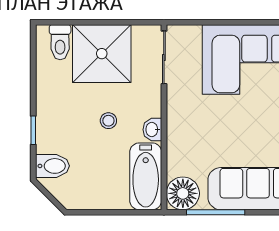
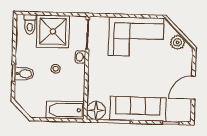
washbasin: (152, 130) -> (80, 57), moved
bidet: (52, 166) -> (24, 74), moved
bathtub: (146, 176) -> (65, 110), moved, turned 90

